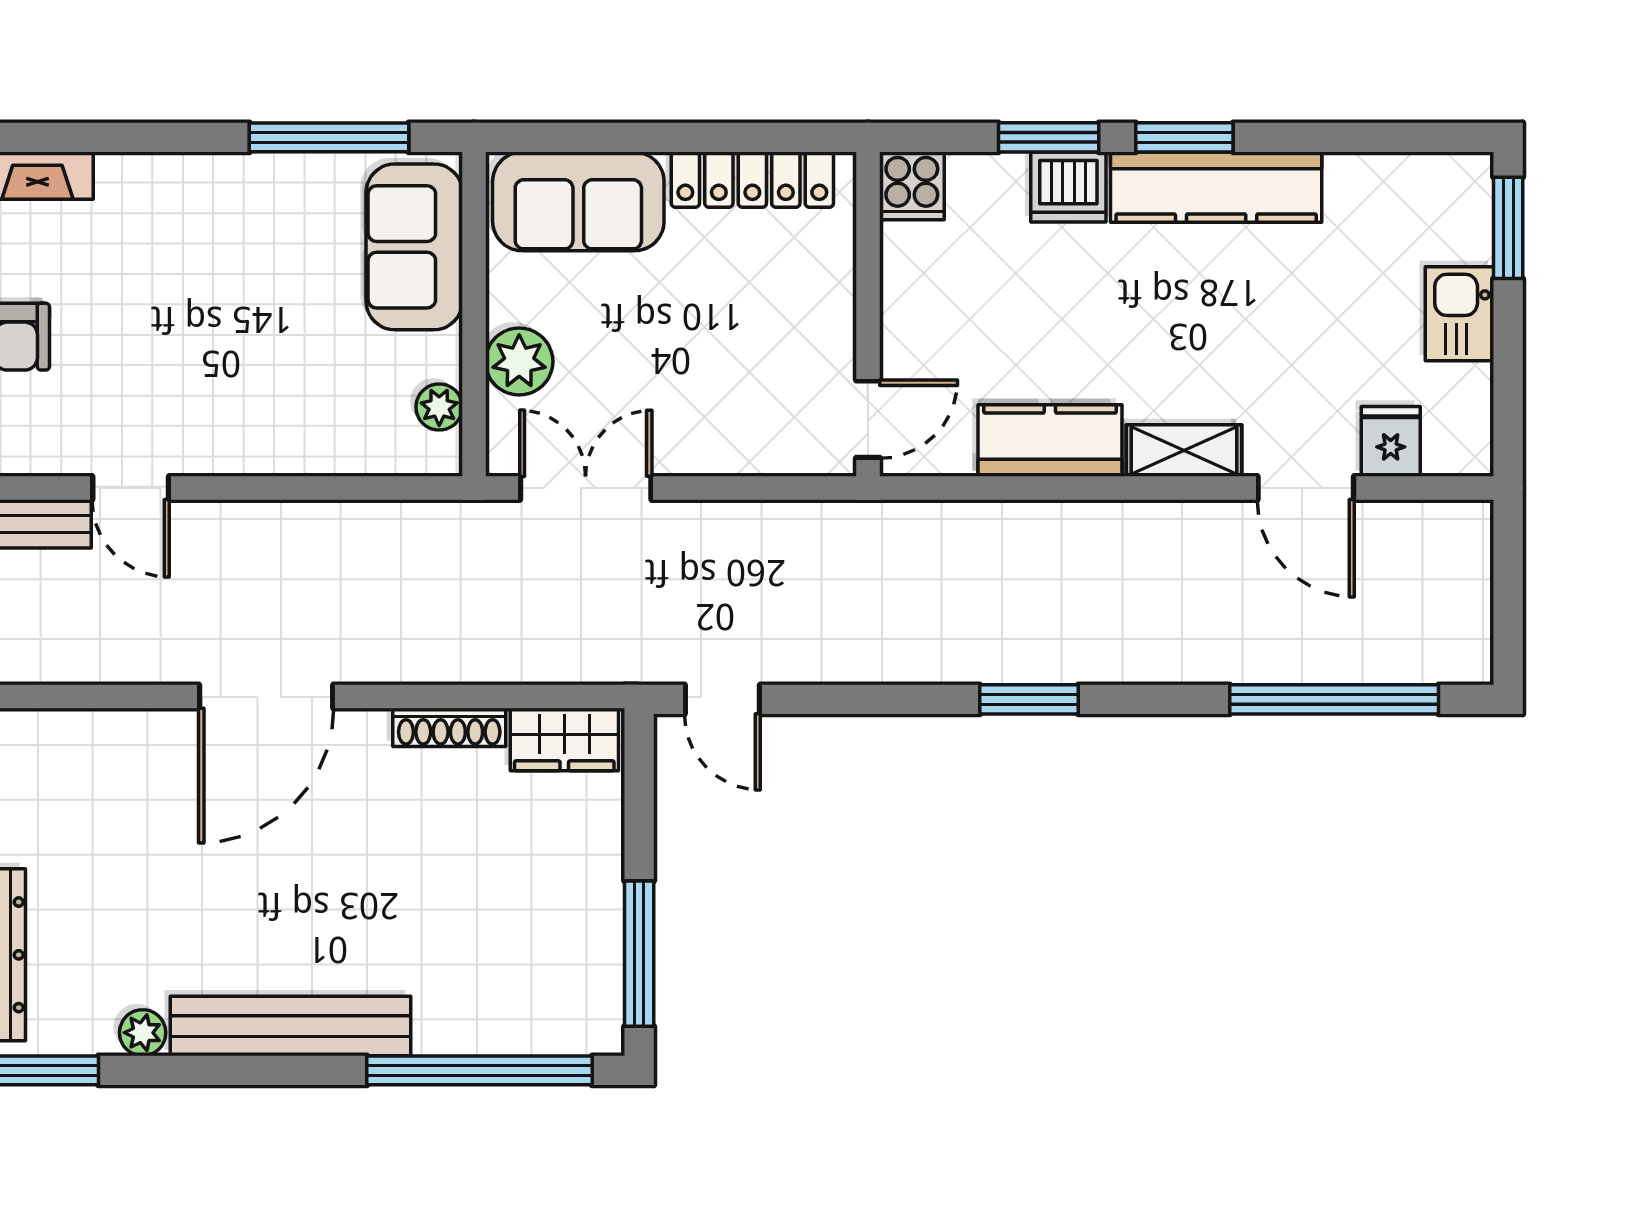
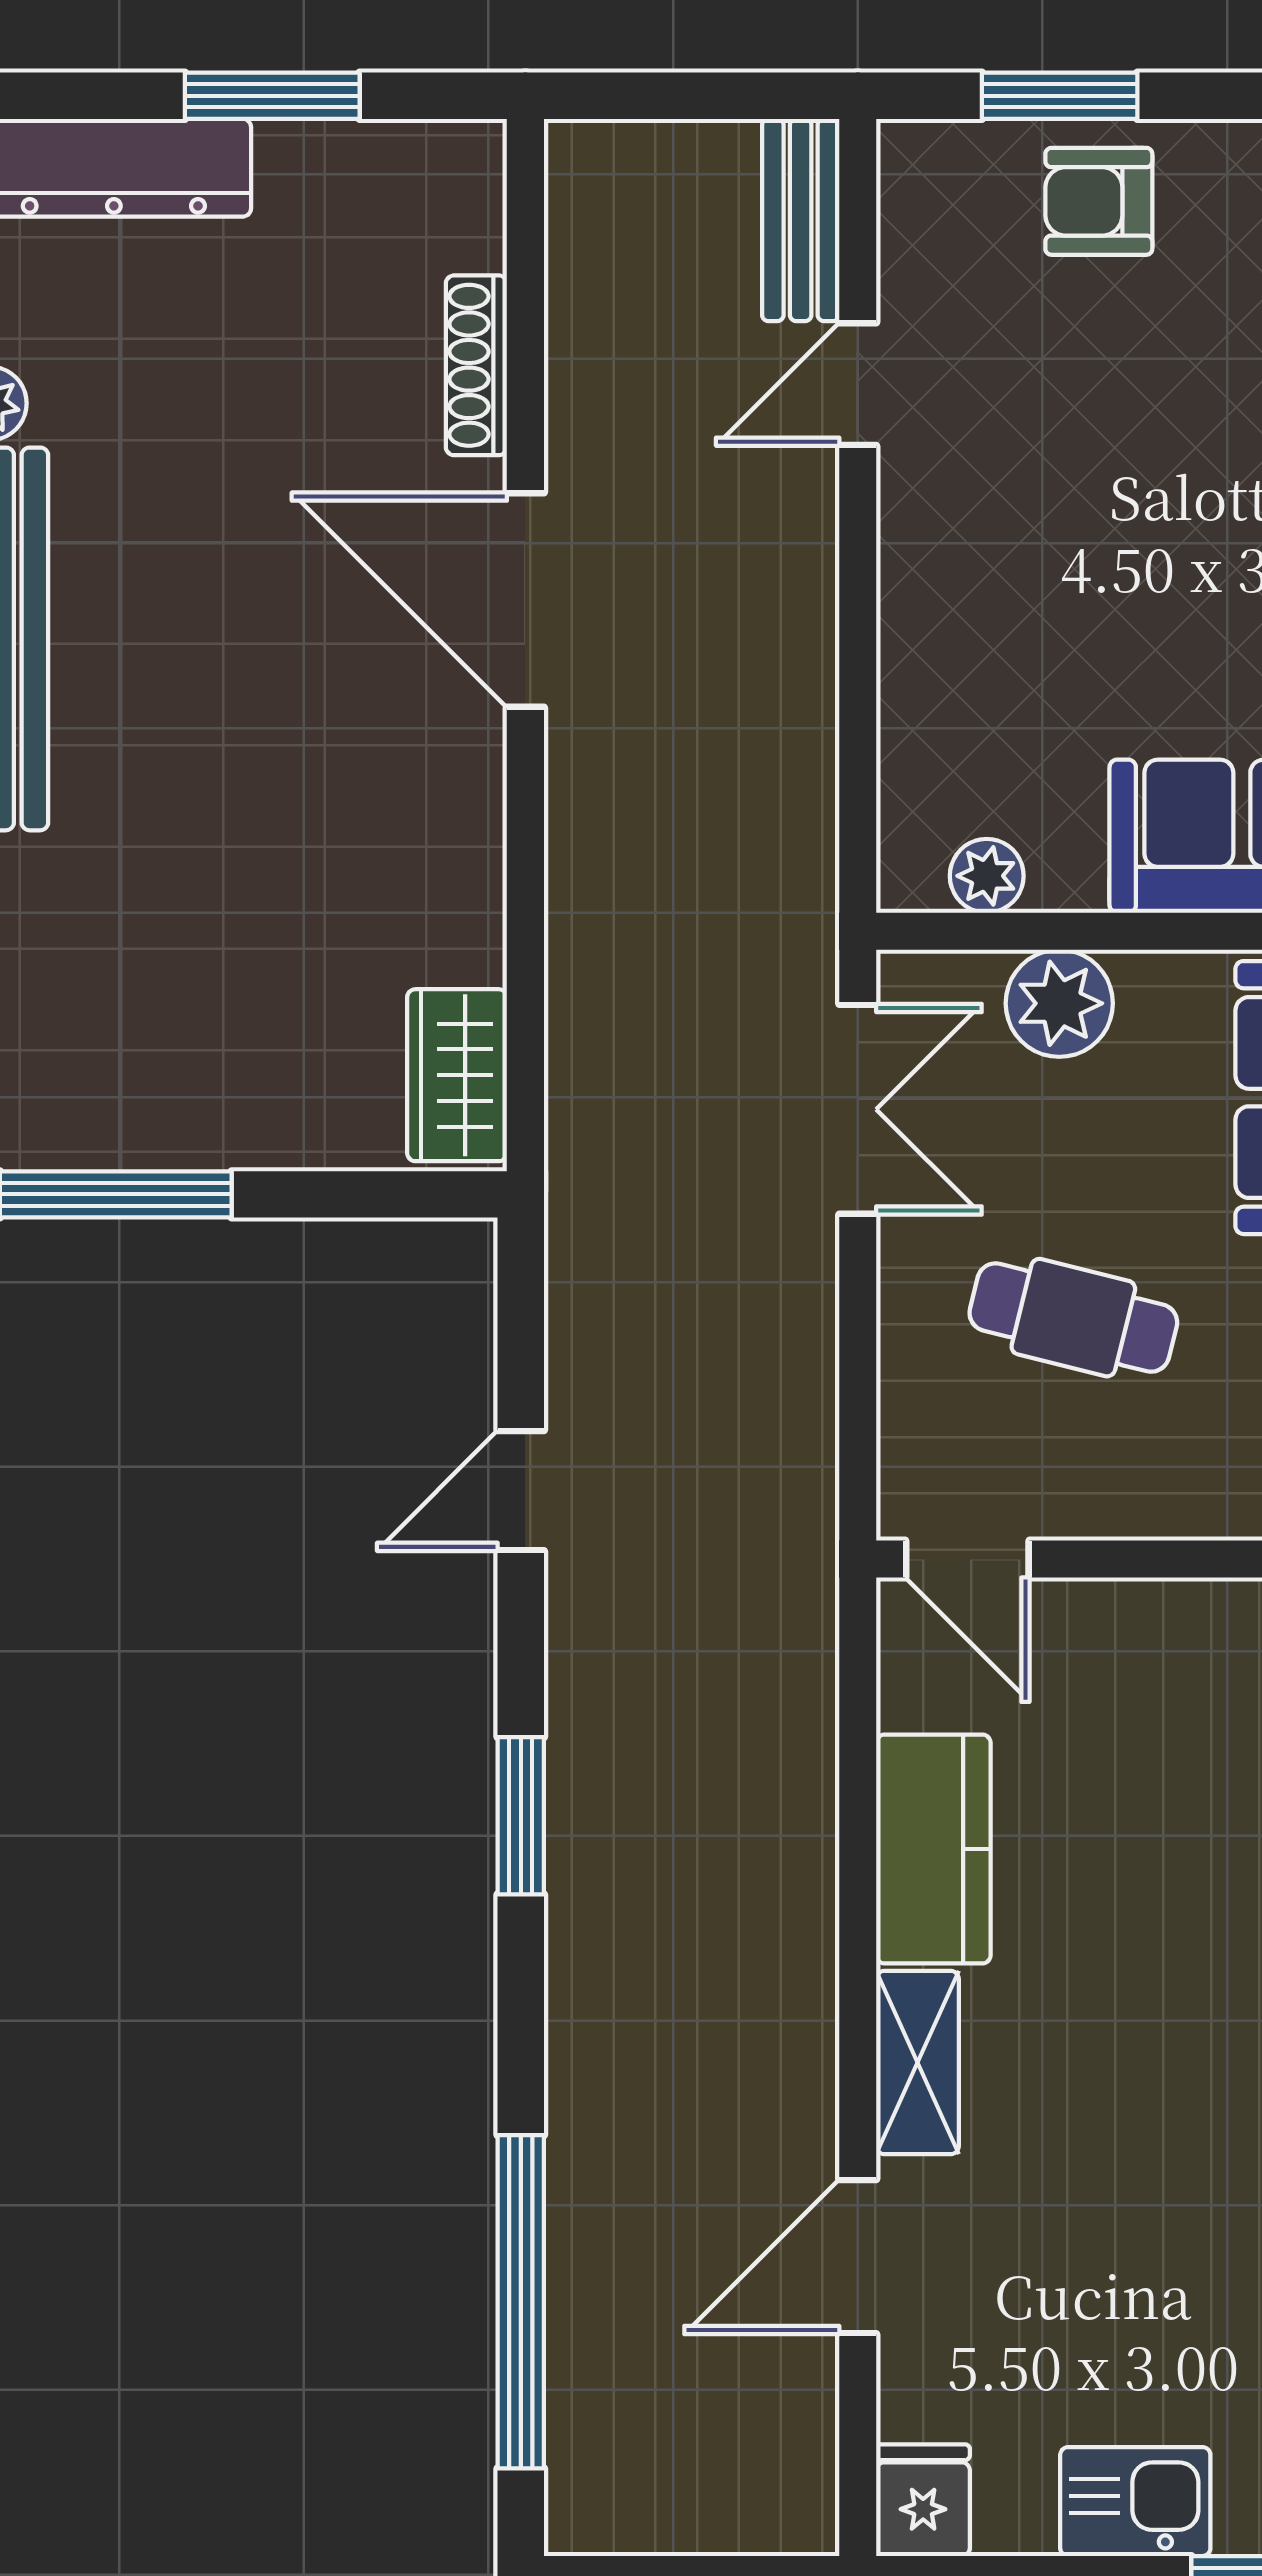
cafe table: (716, 353) -> (1073, 1318), added
fridge: (1391, 441) -> (923, 2500), moved, turned -90
door: (722, 699) -> (521, 1491), moved
shoe rack: (449, 727) -> (476, 365), moved

